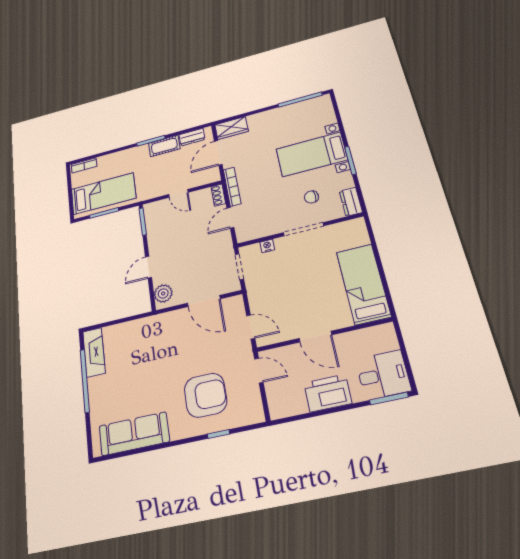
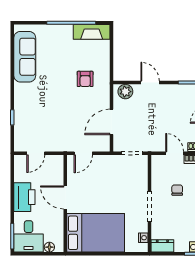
chair: (311, 197) -> (177, 190), moved
nightstand: (267, 246) -> (143, 238), moved
bed: (363, 284) -> (96, 233), width x1.50
door: (315, 337) -> (65, 197), hinge flipped
floor lamp: (391, 342) -> (49, 247), added
door: (259, 371) -> (36, 153), moved
armchair: (205, 395) -> (85, 79), moved, width x0.53, depth x0.53

